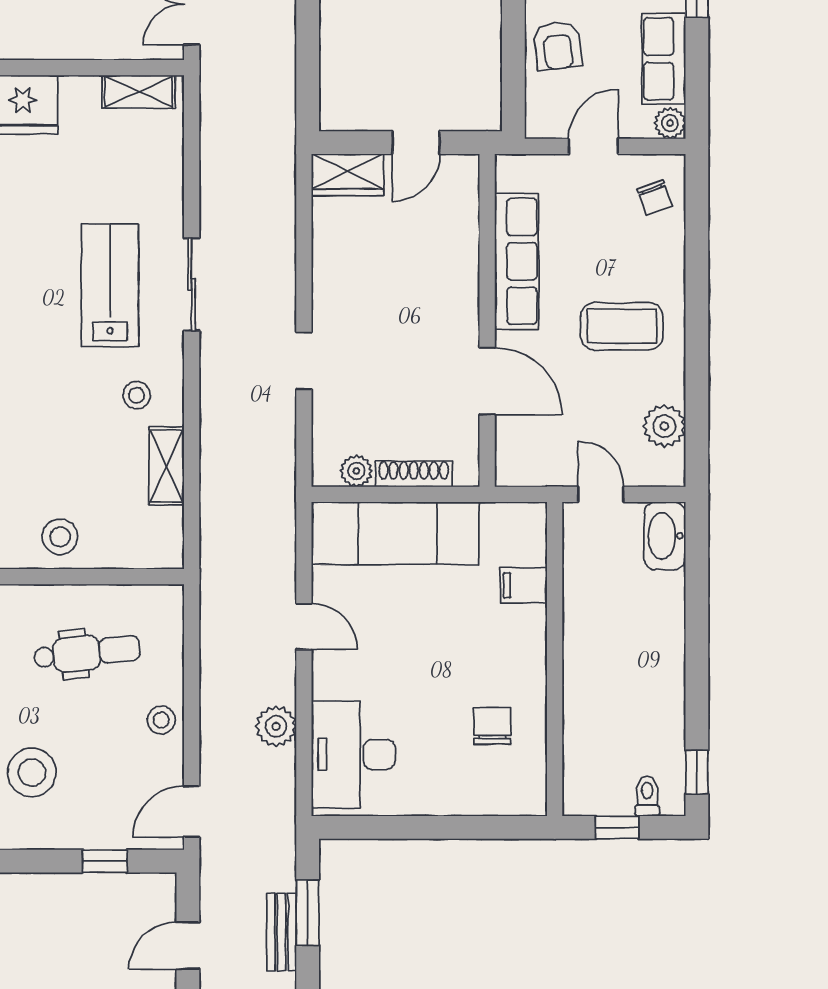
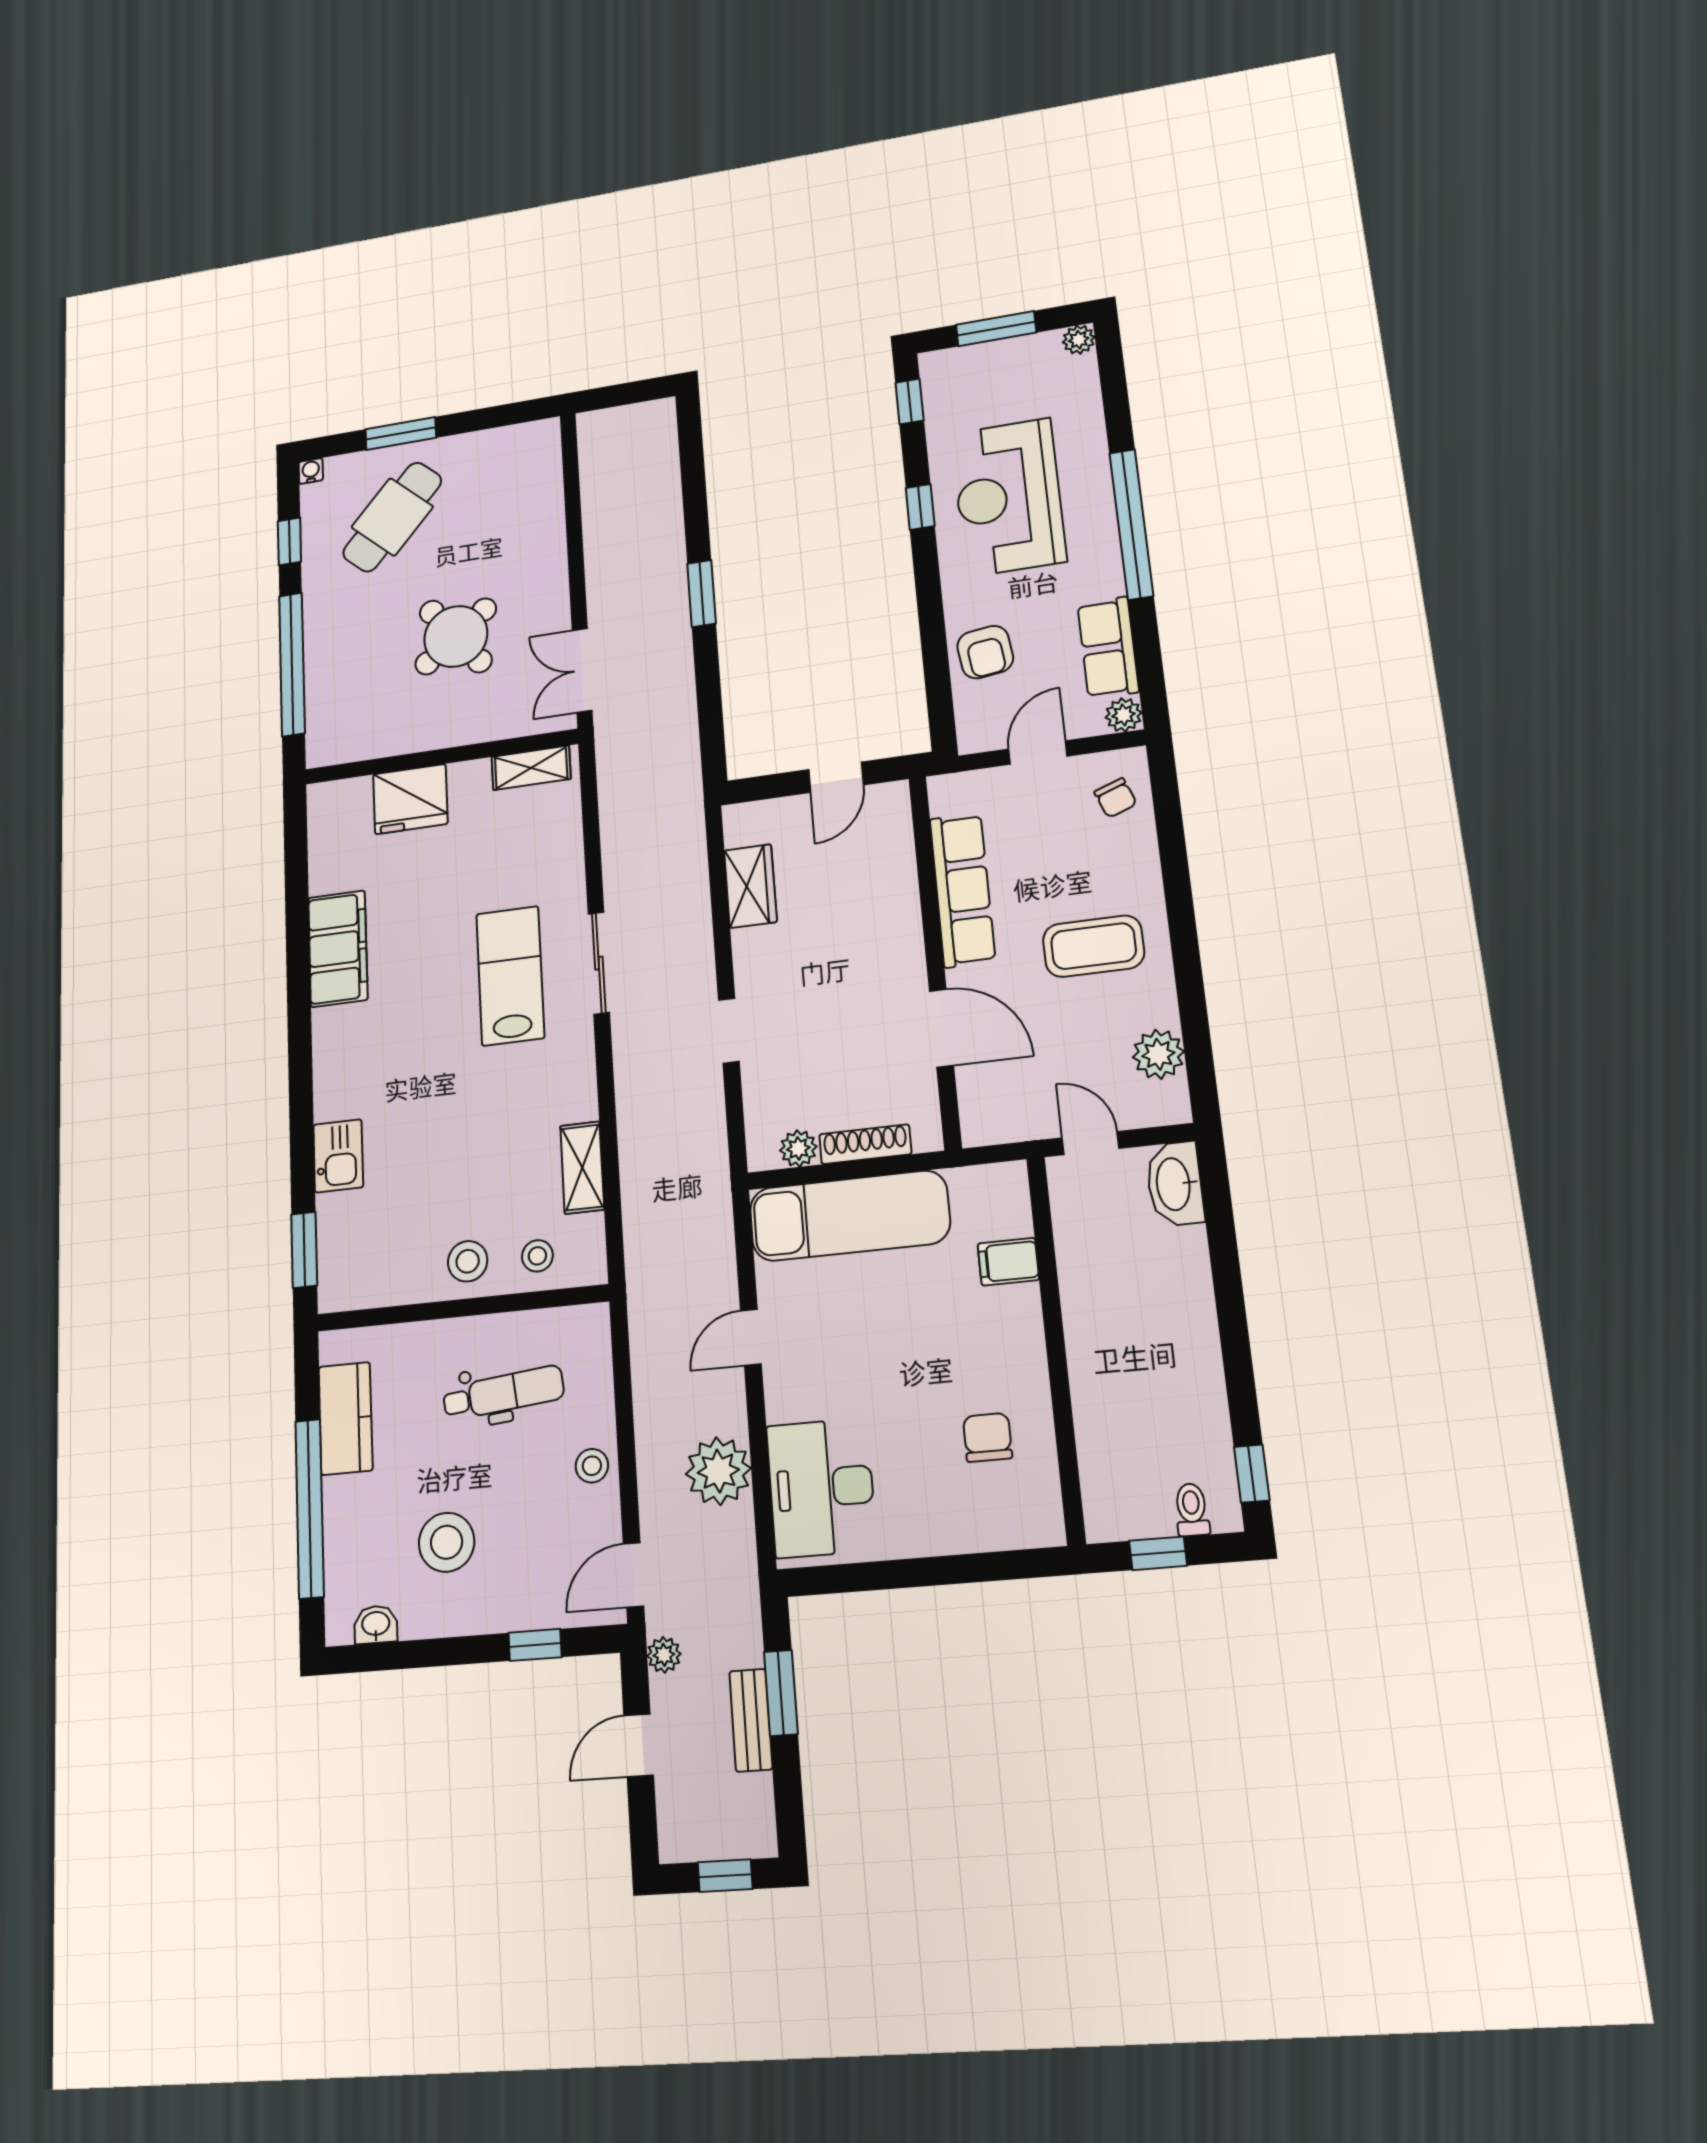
wardrobe: (347, 175) -> (750, 886), moved, turned -90
stool: (137, 395) -> (537, 1256), moved
door: (304, 626) -> (751, 1337), swing flipped
plant: (276, 726) -> (718, 1471), width x1.36, depth x1.36
plant: (213, 877) -> (664, 1655), added

